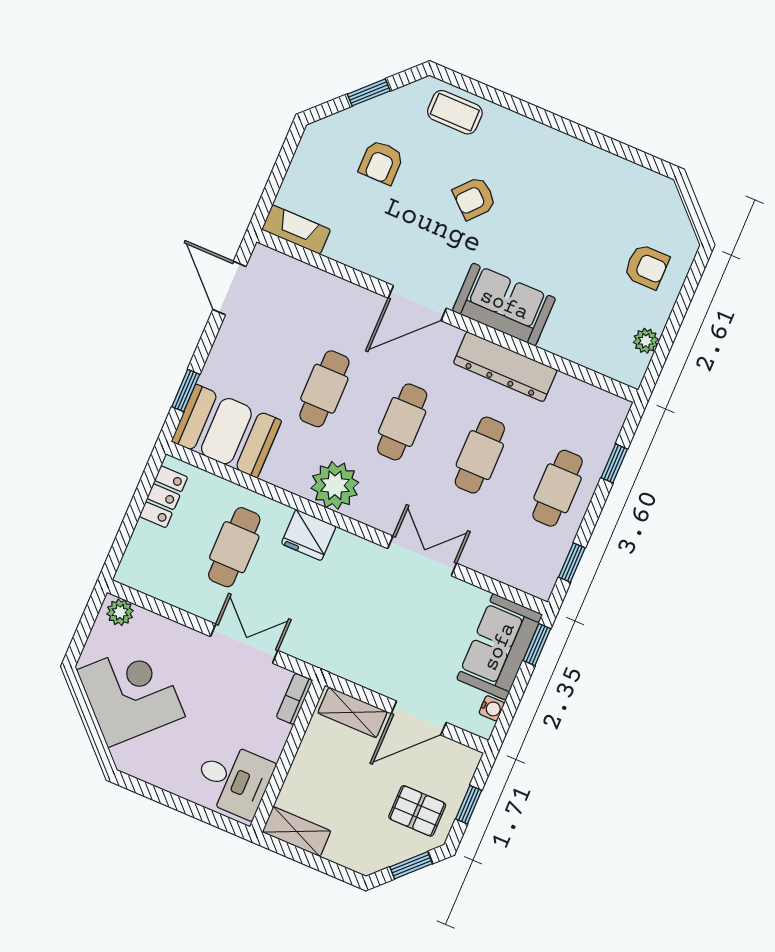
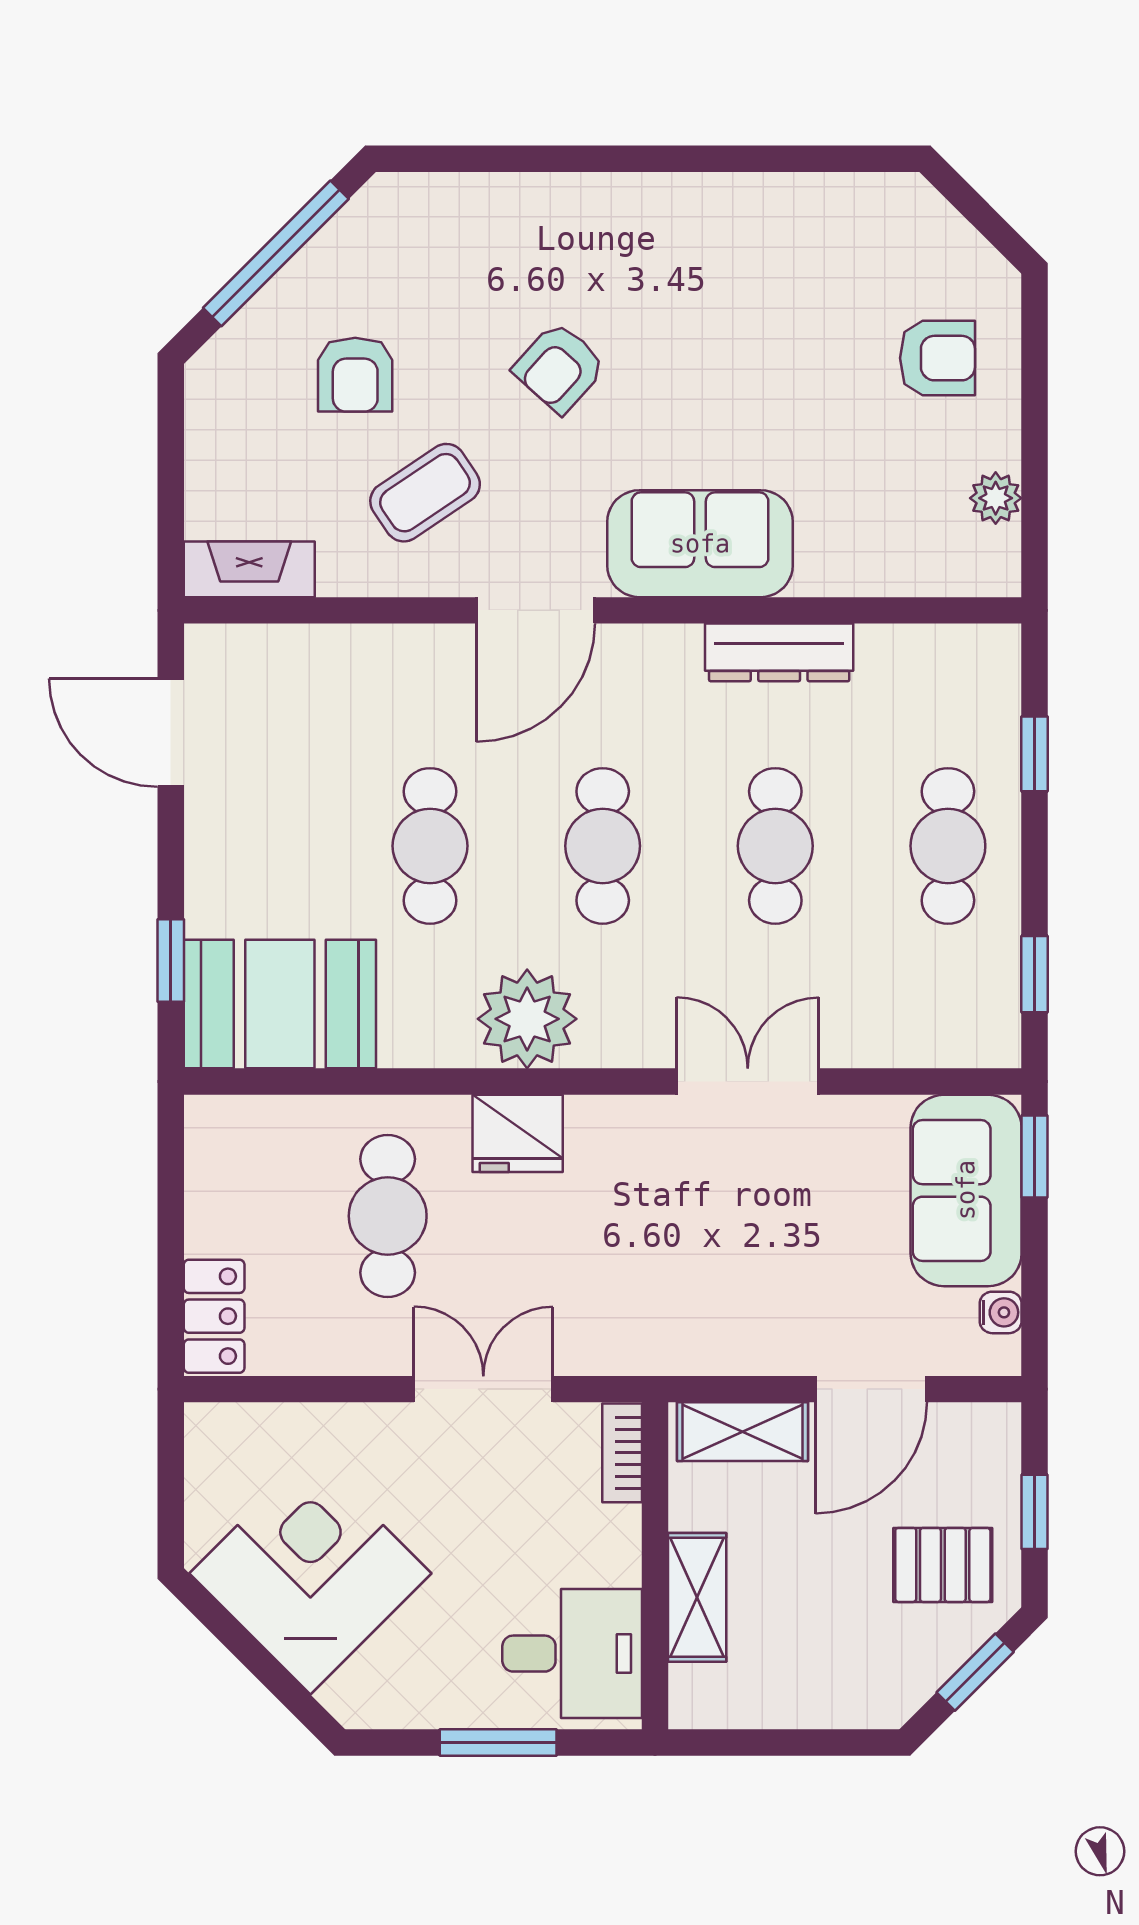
window: (369, 92) -> (276, 253), width x2.17
coffee table: (455, 112) -> (425, 493), moved, turned -34
dresser: (505, 367) -> (779, 652), width x0.73, depth x0.80
locker: (163, 497) -> (214, 1316), moved
plant: (120, 612) -> (225, 1430), removed
window: (183, 805) -> (498, 1743), added
shelving: (297, 831) -> (697, 1597), moved, turned 90

